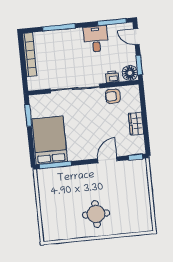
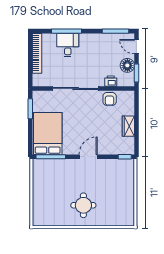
desk: (96, 39) -> (68, 45), moved
floor lamp: (130, 73) -> (127, 65), moved
armchair: (113, 96) -> (110, 99), turned -90
door: (107, 160) -> (88, 157), moved

